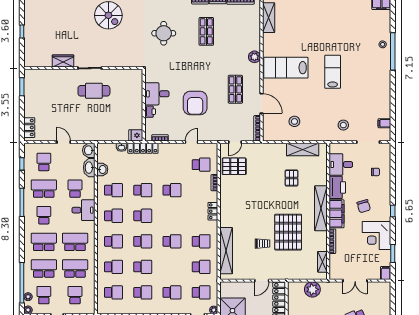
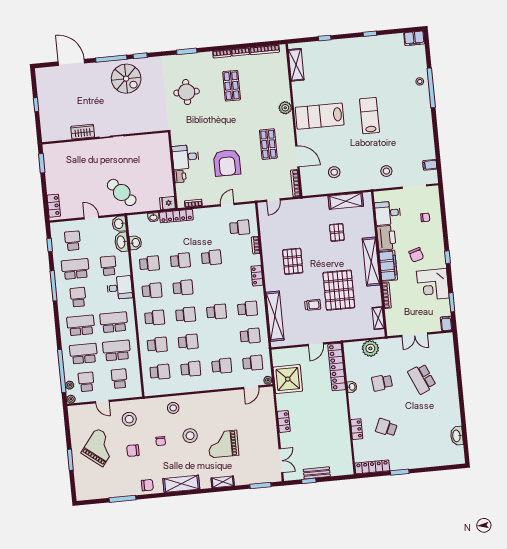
cafe table: (94, 91) -> (122, 192), moved, turned 47
pallet: (234, 166) -> (293, 261), moved, turned 90

